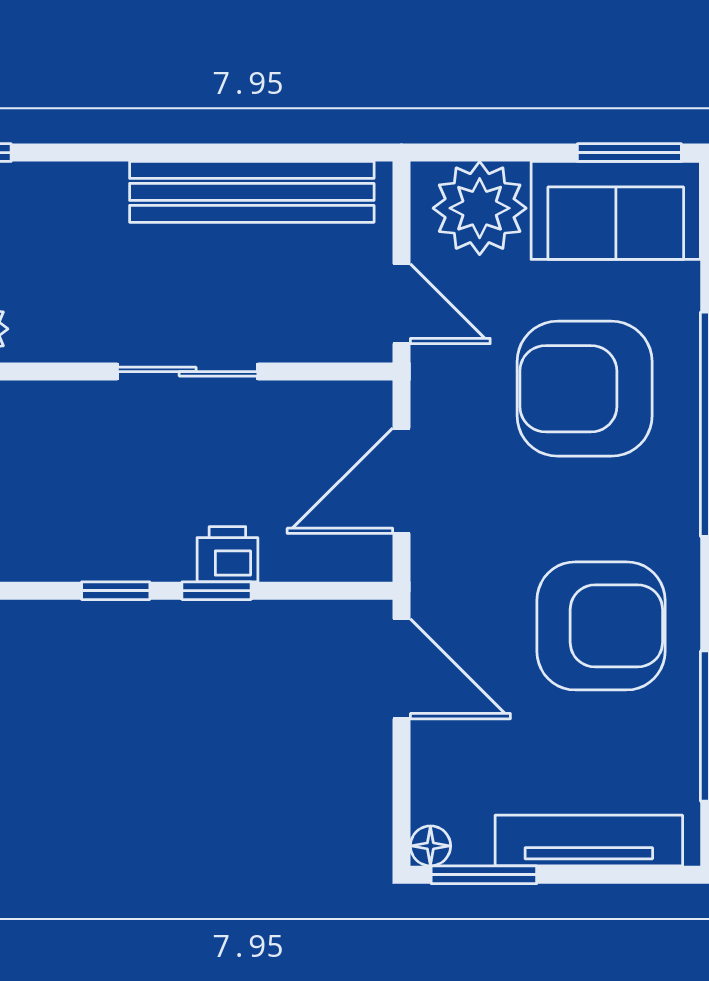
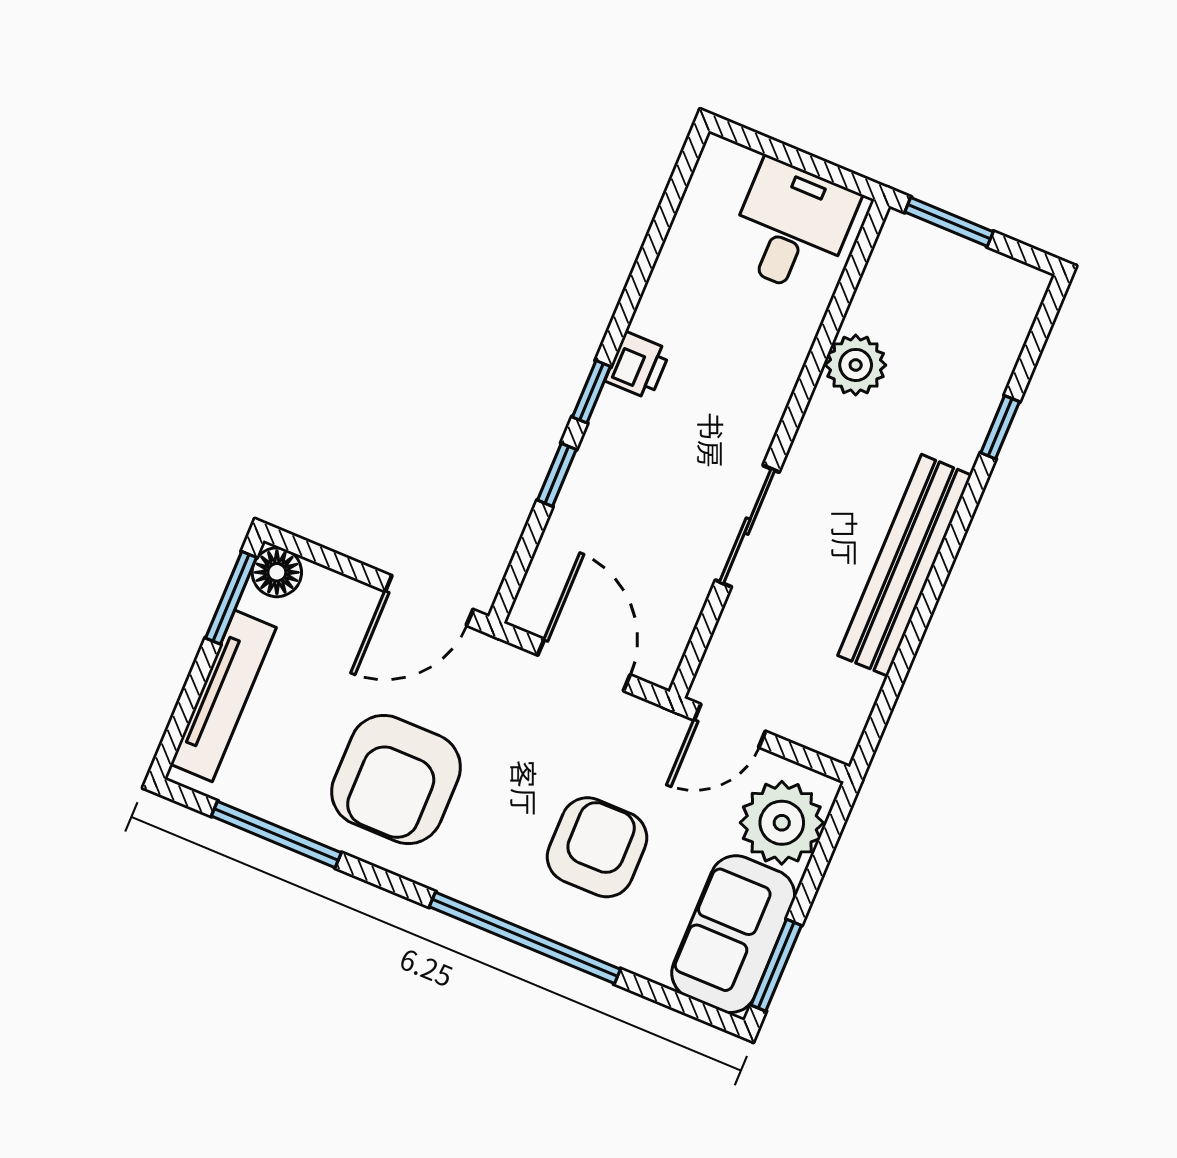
bench: (252, 192) -> (905, 565), moved
armchair: (585, 389) -> (597, 847), width x0.73, depth x0.73
printer: (227, 554) -> (638, 365), moved
floor lamp: (430, 846) -> (277, 572), width x1.37, depth x1.37

